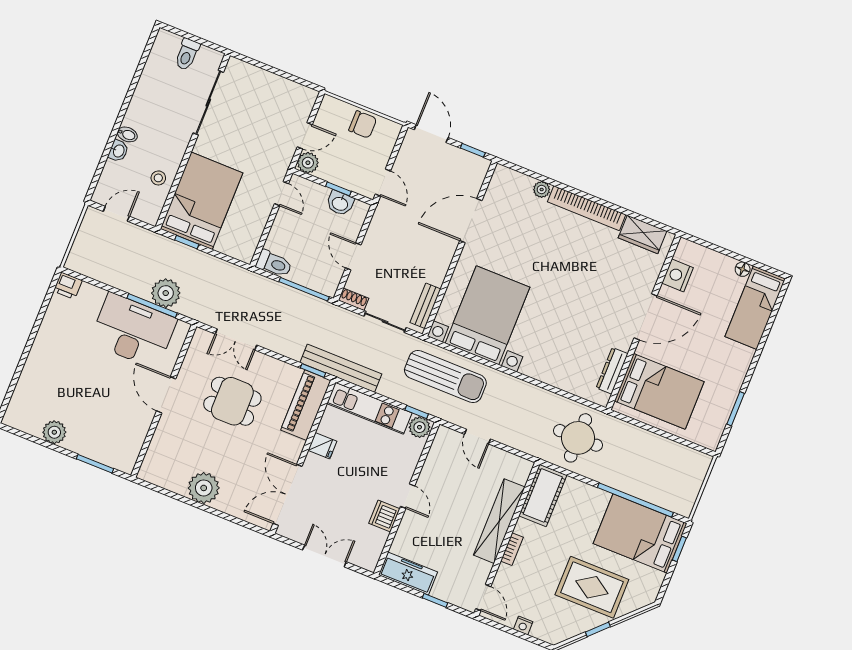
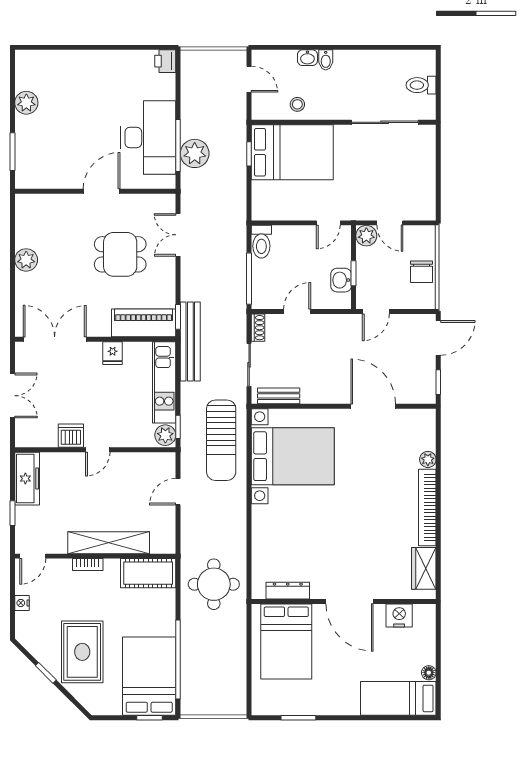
dining table: (232, 401) -> (120, 254), turned 90
plant: (204, 488) -> (26, 260), width x0.73, depth x0.73

